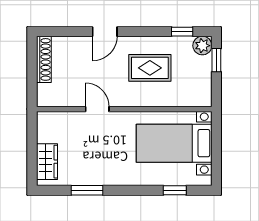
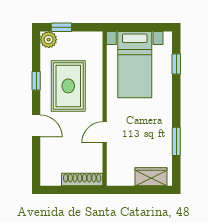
window: (182, 32) -> (36, 81), moved
shoe rack: (44, 59) -> (82, 180), moved
rug: (150, 68) -> (68, 86), width x1.36, depth x1.43

